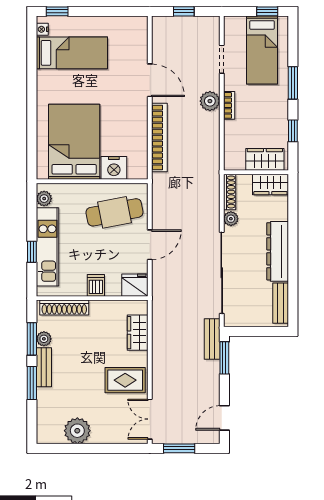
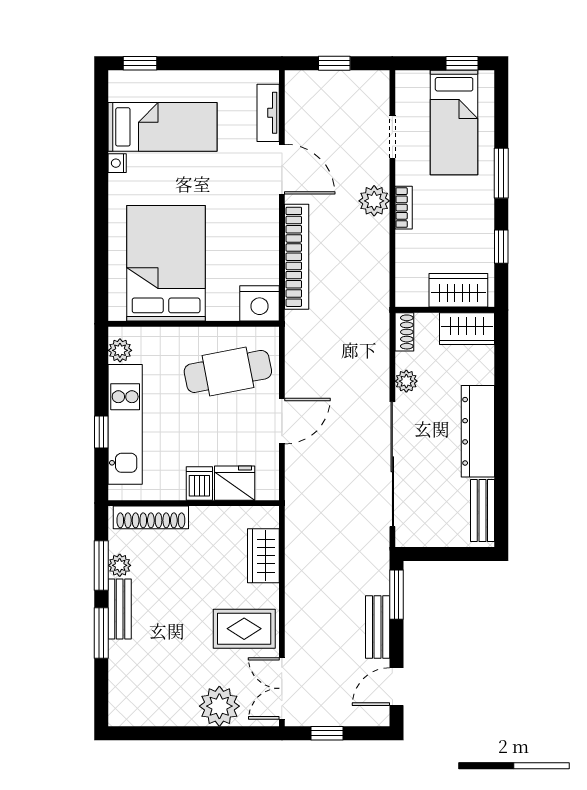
nightstand: (42, 29) -> (117, 163), moved
tv unit: (141, 44) -> (268, 113), added
nightstand: (114, 168) -> (260, 303), moved
shoe rack: (230, 192) -> (404, 332), width x0.70
fridge: (135, 285) -> (235, 483), moved
bench: (212, 339) -> (378, 627), moved
plant: (77, 431) -> (219, 706), moved
window: (179, 448) -> (327, 733), width x0.67

